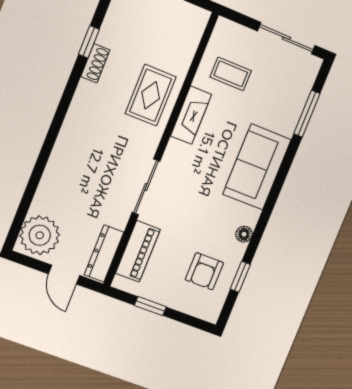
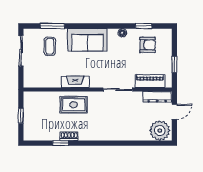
coffee table: (231, 74) -> (50, 46), moved

